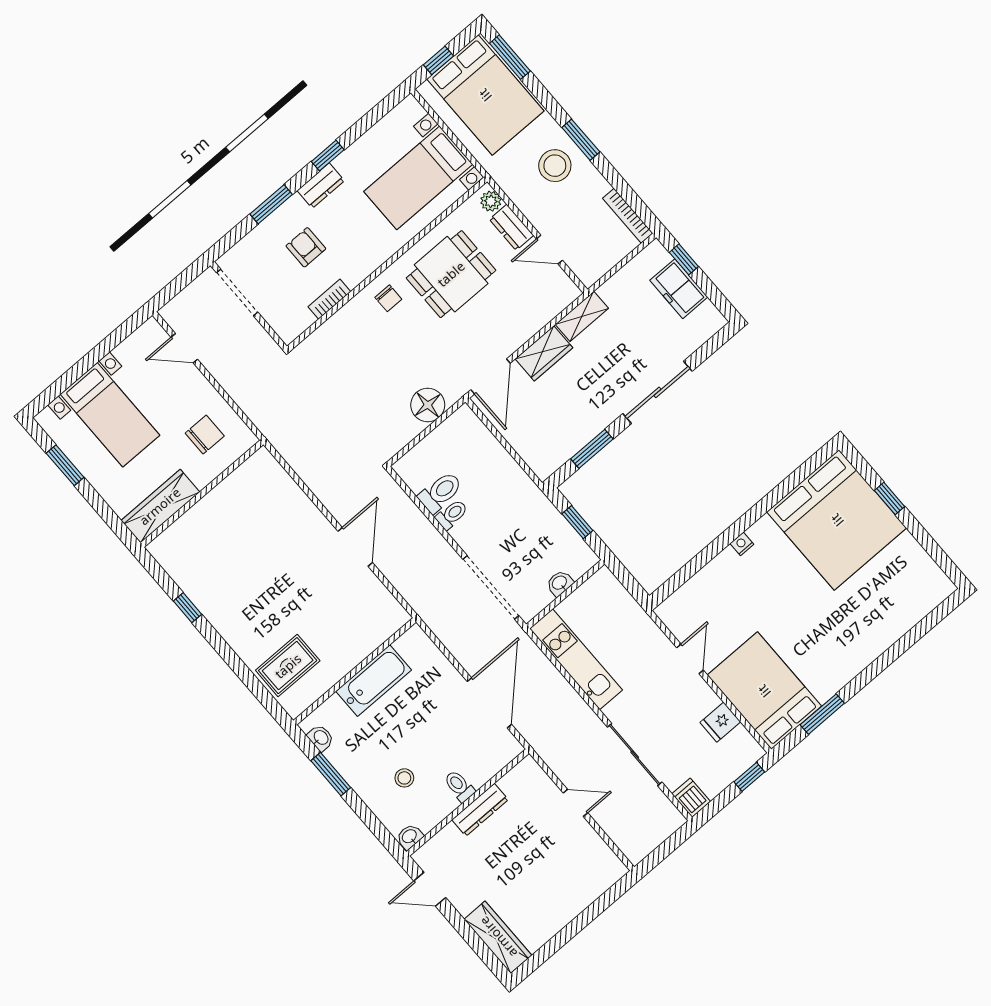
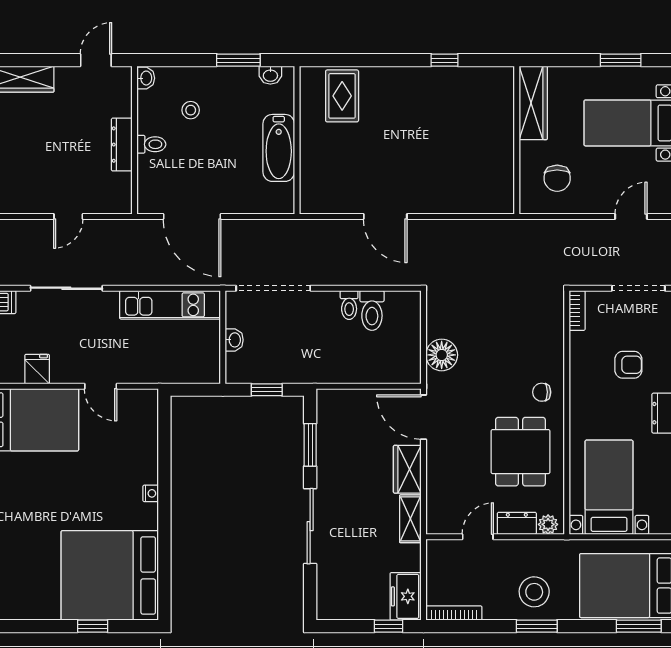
freezer: (679, 289) -> (406, 596), moved, turned -90
bookcase: (329, 299) -> (577, 310), moved

